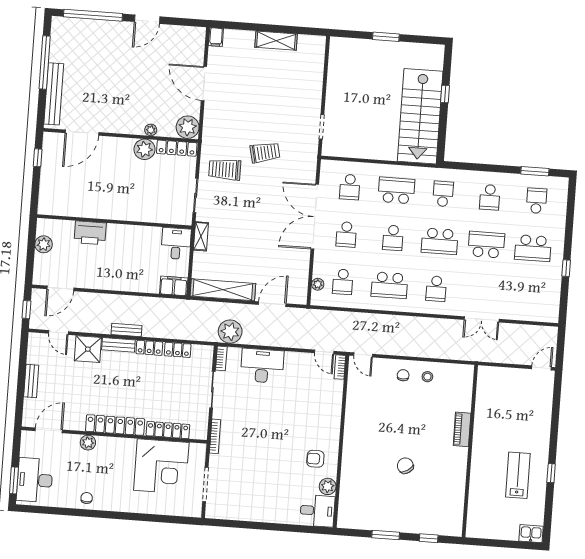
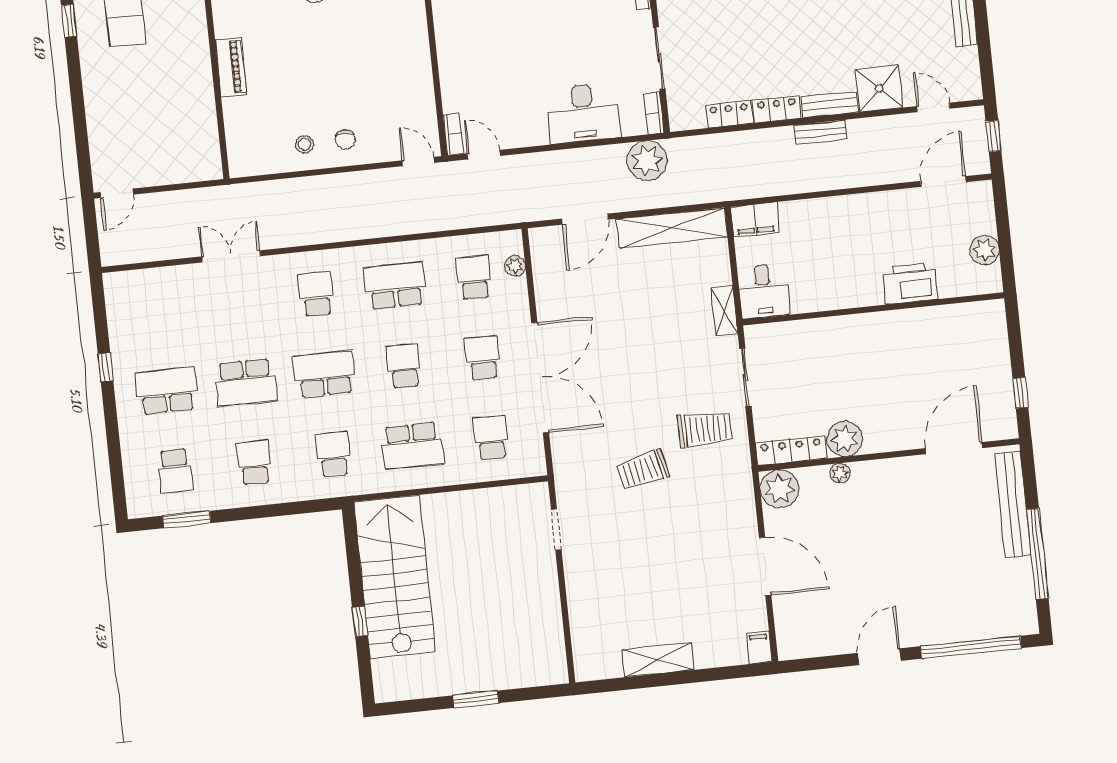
school desk: (443, 194) -> (333, 454), turned 180

